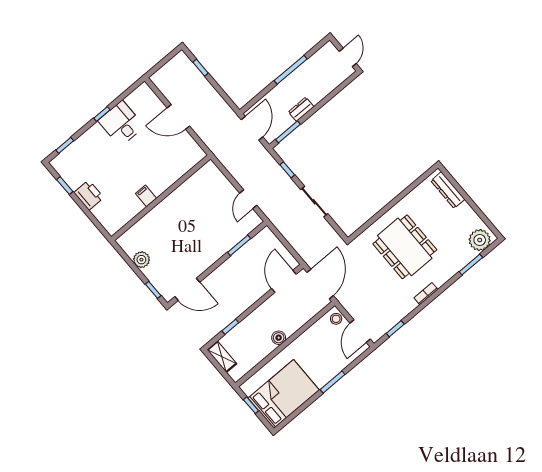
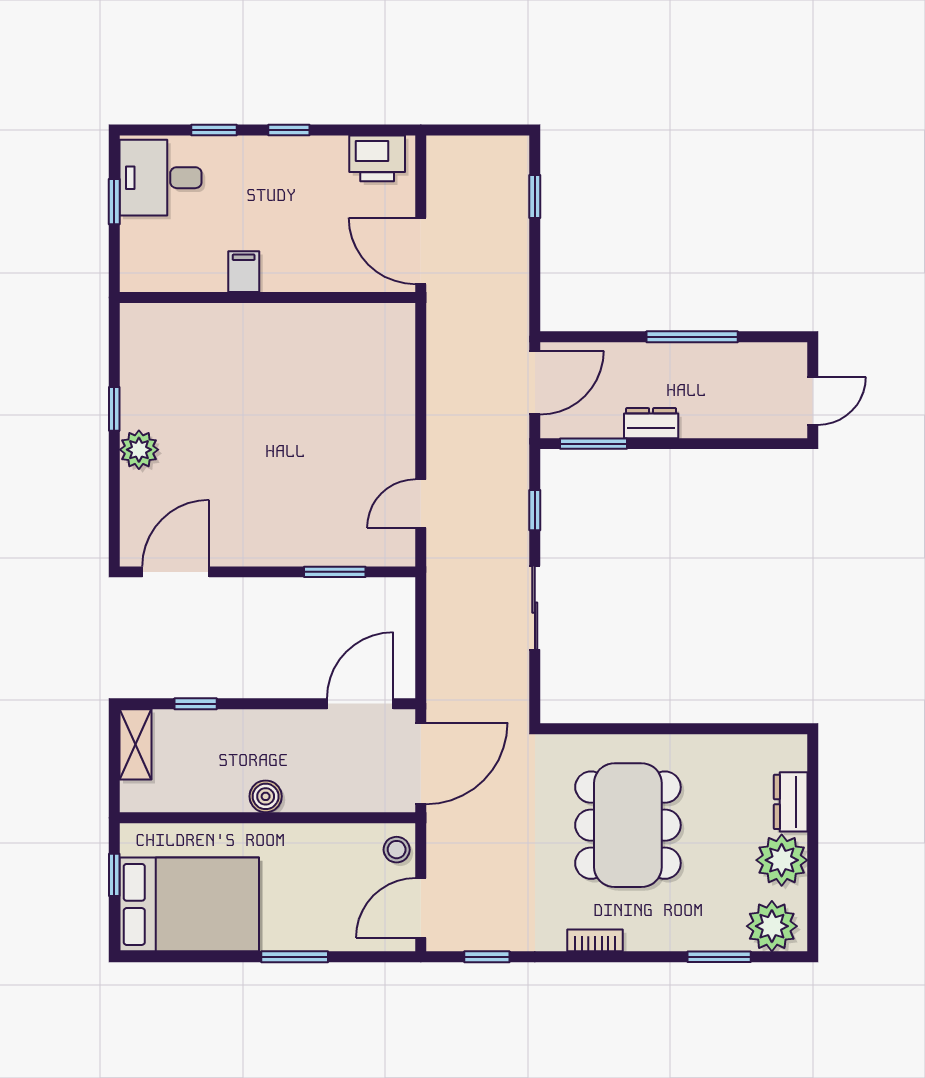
desk: (121, 124) -> (161, 178), moved, turned -90
window: (65, 145) -> (214, 130), moved
dresser: (448, 190) -> (791, 802), width x0.70
printer: (89, 195) -> (377, 158), moved, turned 90
filing cabinet: (146, 196) -> (244, 272), moved
wall: (161, 198) -> (268, 297), moved
plant: (465, 216) -> (782, 860), added
door: (187, 289) -> (176, 572), swing flipped
window: (153, 290) -> (114, 409), moved

